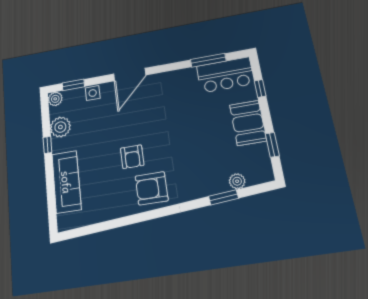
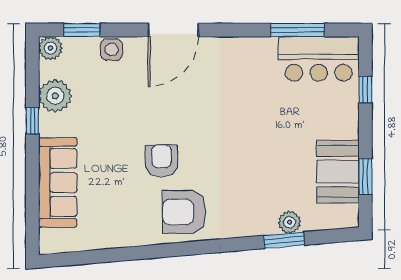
booth: (248, 123) -> (338, 172), moved
armchair: (132, 157) -> (162, 161), turned 180
plant: (237, 181) -> (289, 222), moved

